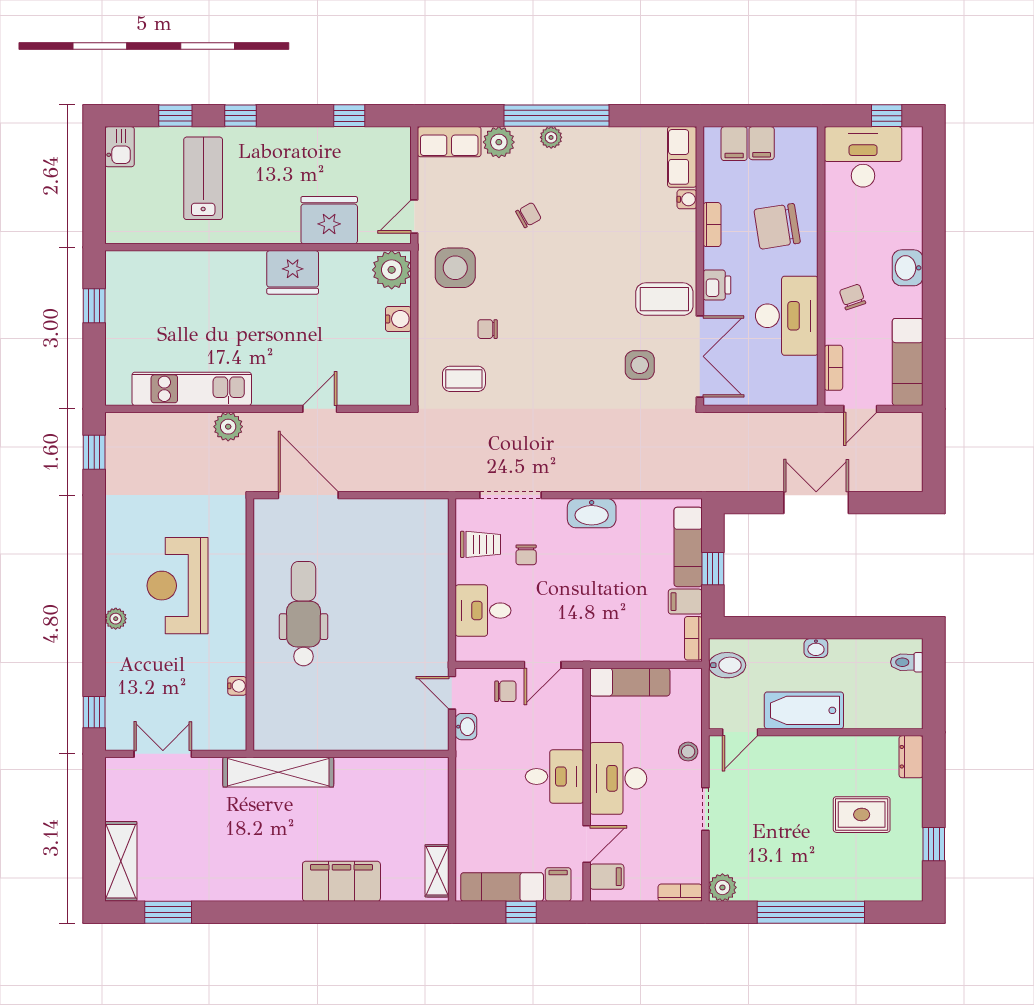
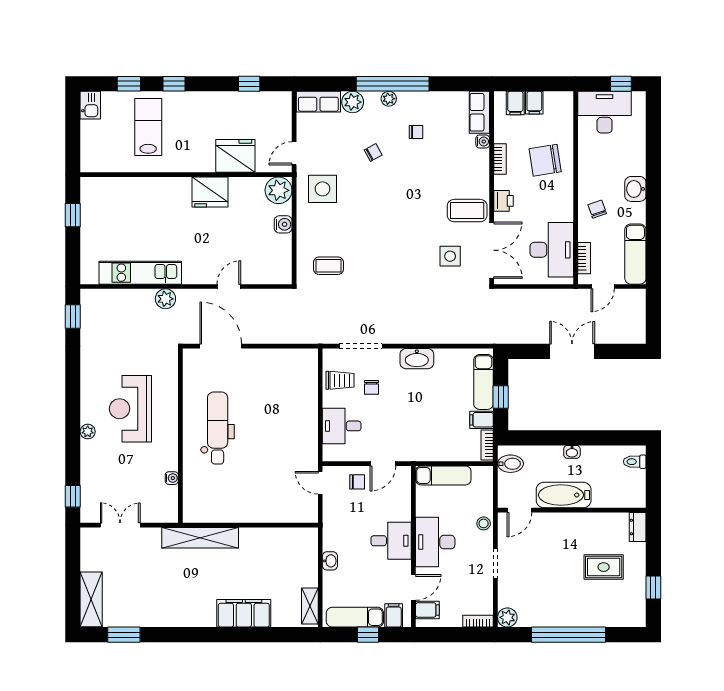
desk: (787, 316) -> (552, 250), moved
chair: (488, 329) -> (416, 132), moved, turned 180
washbasin: (466, 727) -> (330, 561), moved

